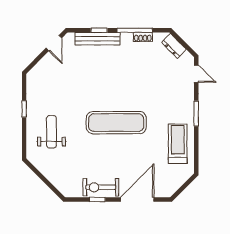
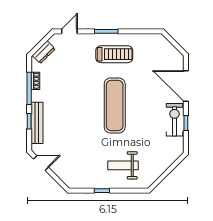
treadmill: (178, 144) -> (114, 54), moved, turned 180
exercise bike: (101, 187) -> (174, 120), turned 180

